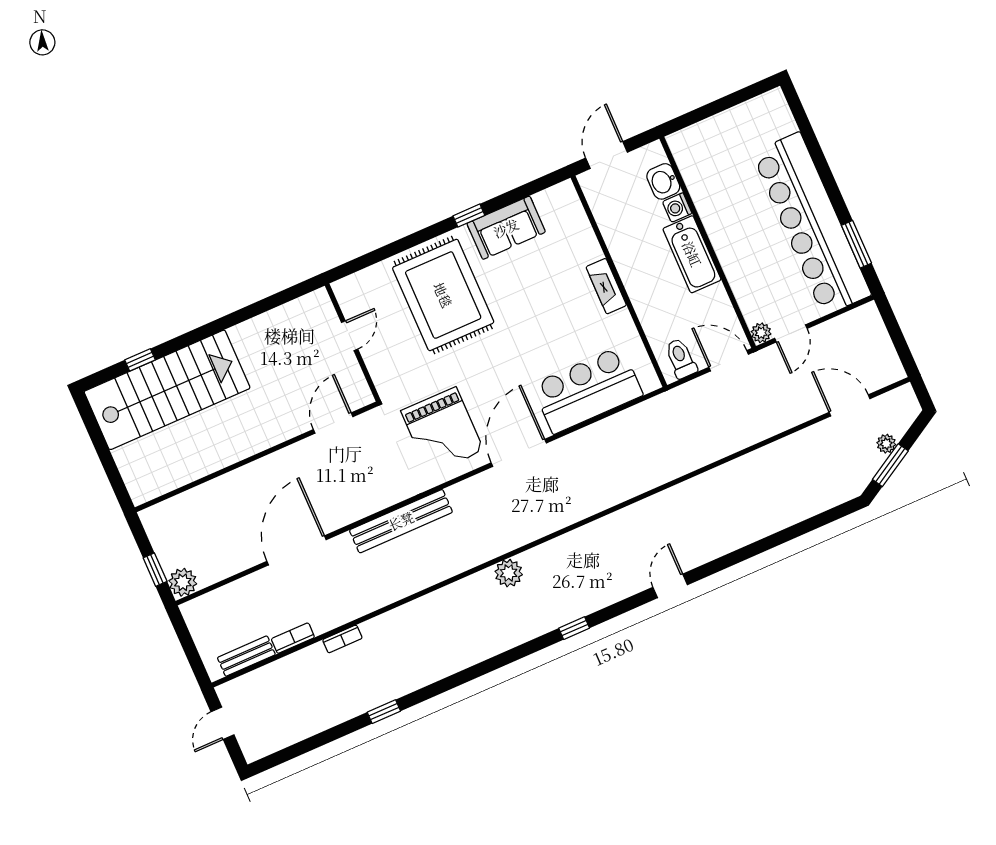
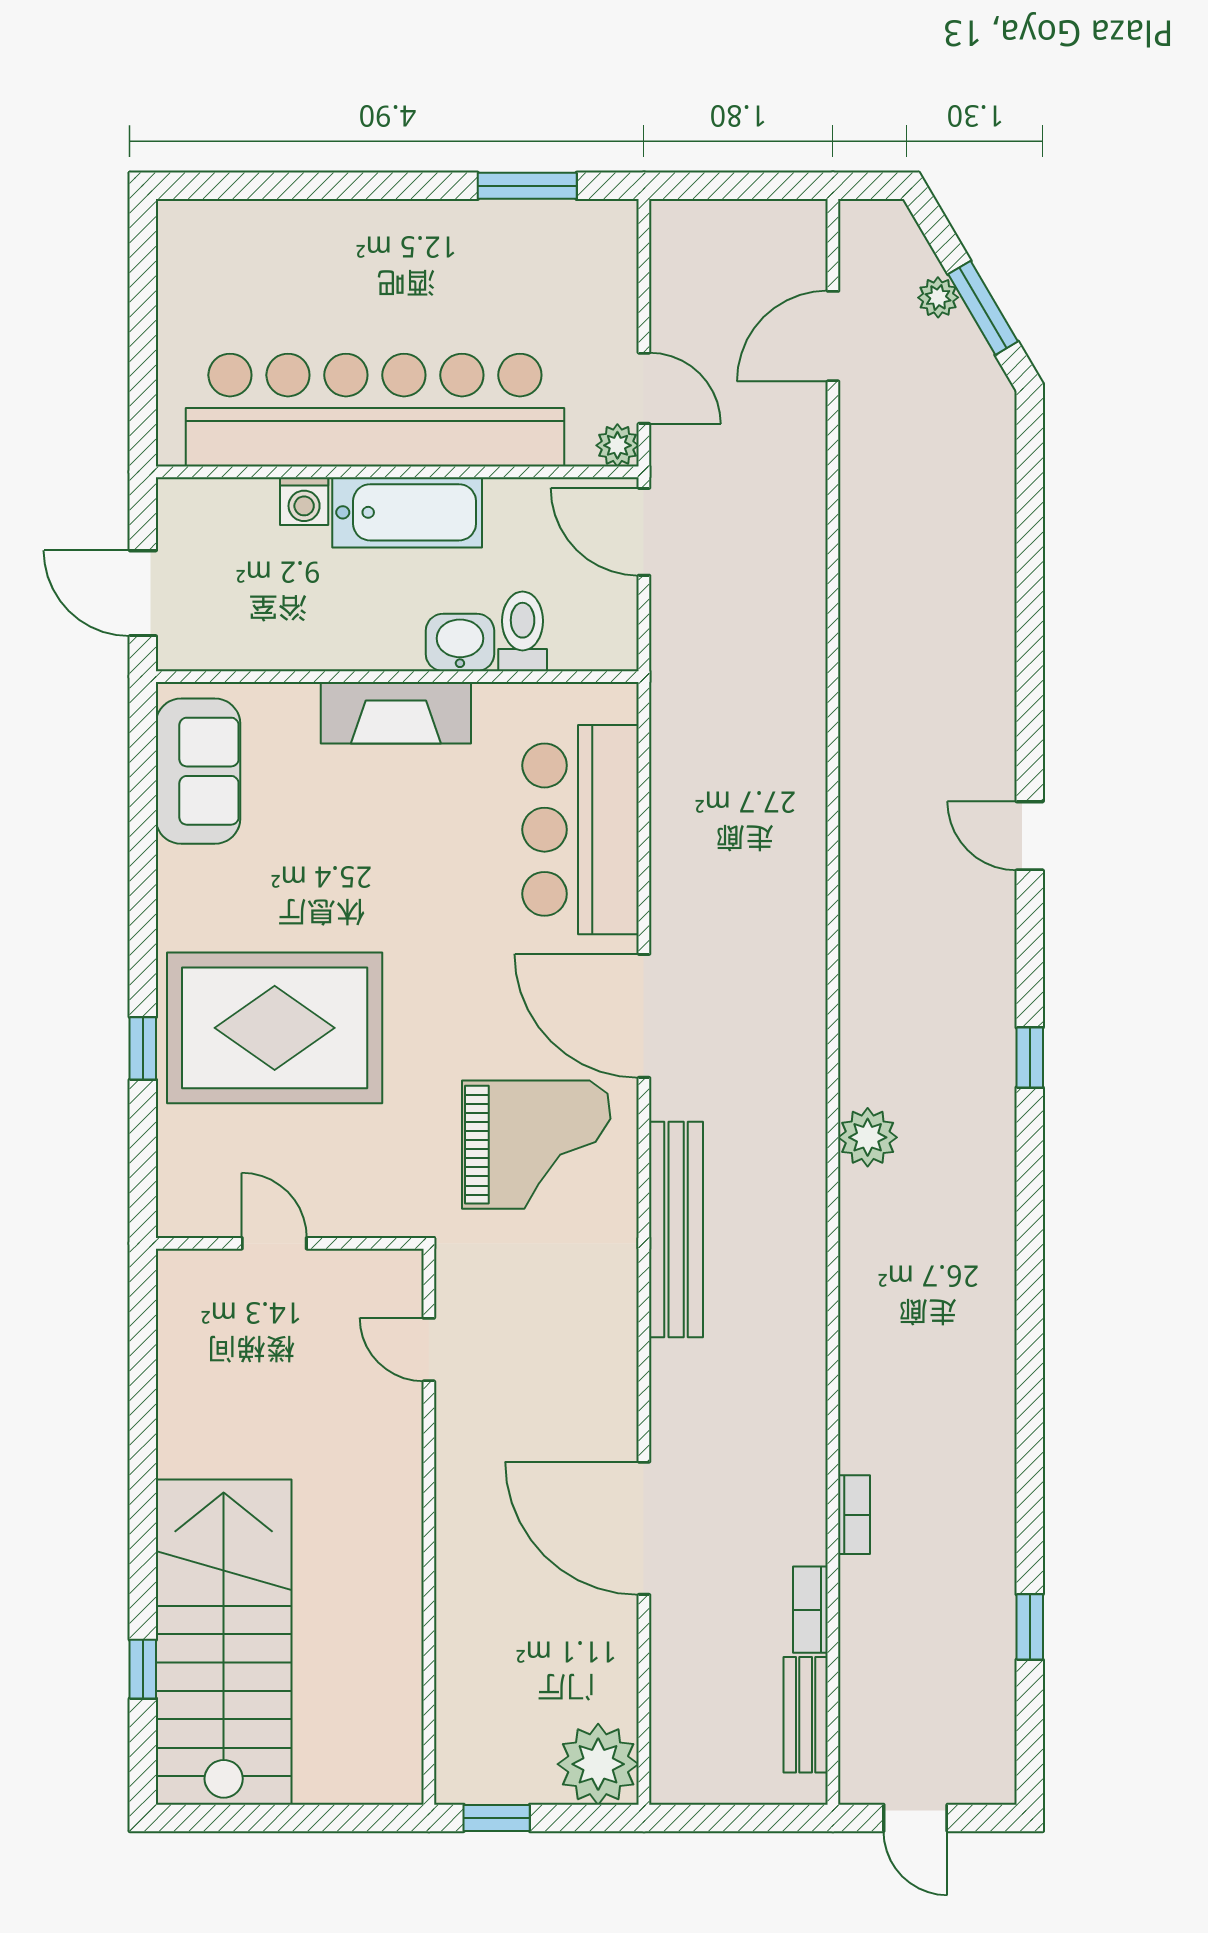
washbasin: (663, 181) -> (460, 642), moved, turned 180
window: (469, 216) -> (143, 1048), moved
bar counter: (811, 224) -> (375, 410), moved, turned 180
sofa: (506, 228) -> (198, 771), moved
fireplace: (606, 286) -> (396, 713), width x1.37, depth x1.32
toilet: (681, 358) -> (523, 631), moved, turned 90
door: (729, 361) -> (644, 532), hinge flipped
door: (333, 423) -> (429, 1350), width x0.73
bench: (401, 521) -> (676, 1229), moved
window: (155, 570) -> (497, 1818), moved
plant: (183, 582) -> (598, 1764), width x1.36, depth x1.36
window: (384, 712) -> (1030, 1627), moved

